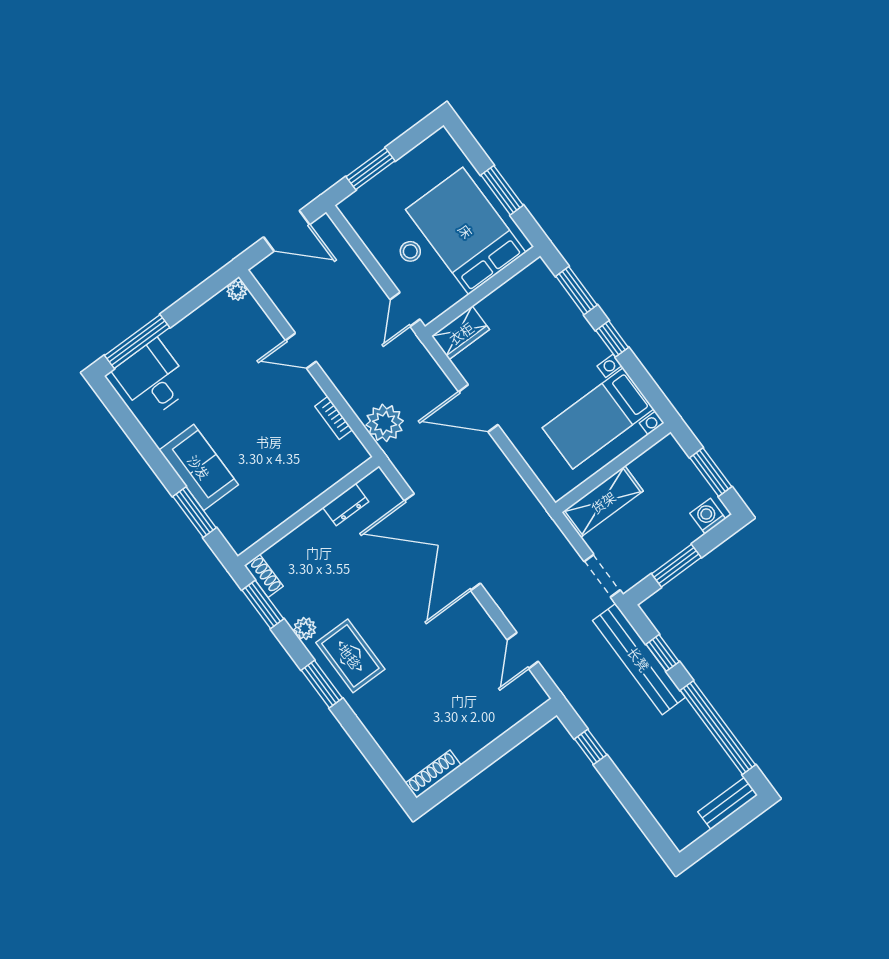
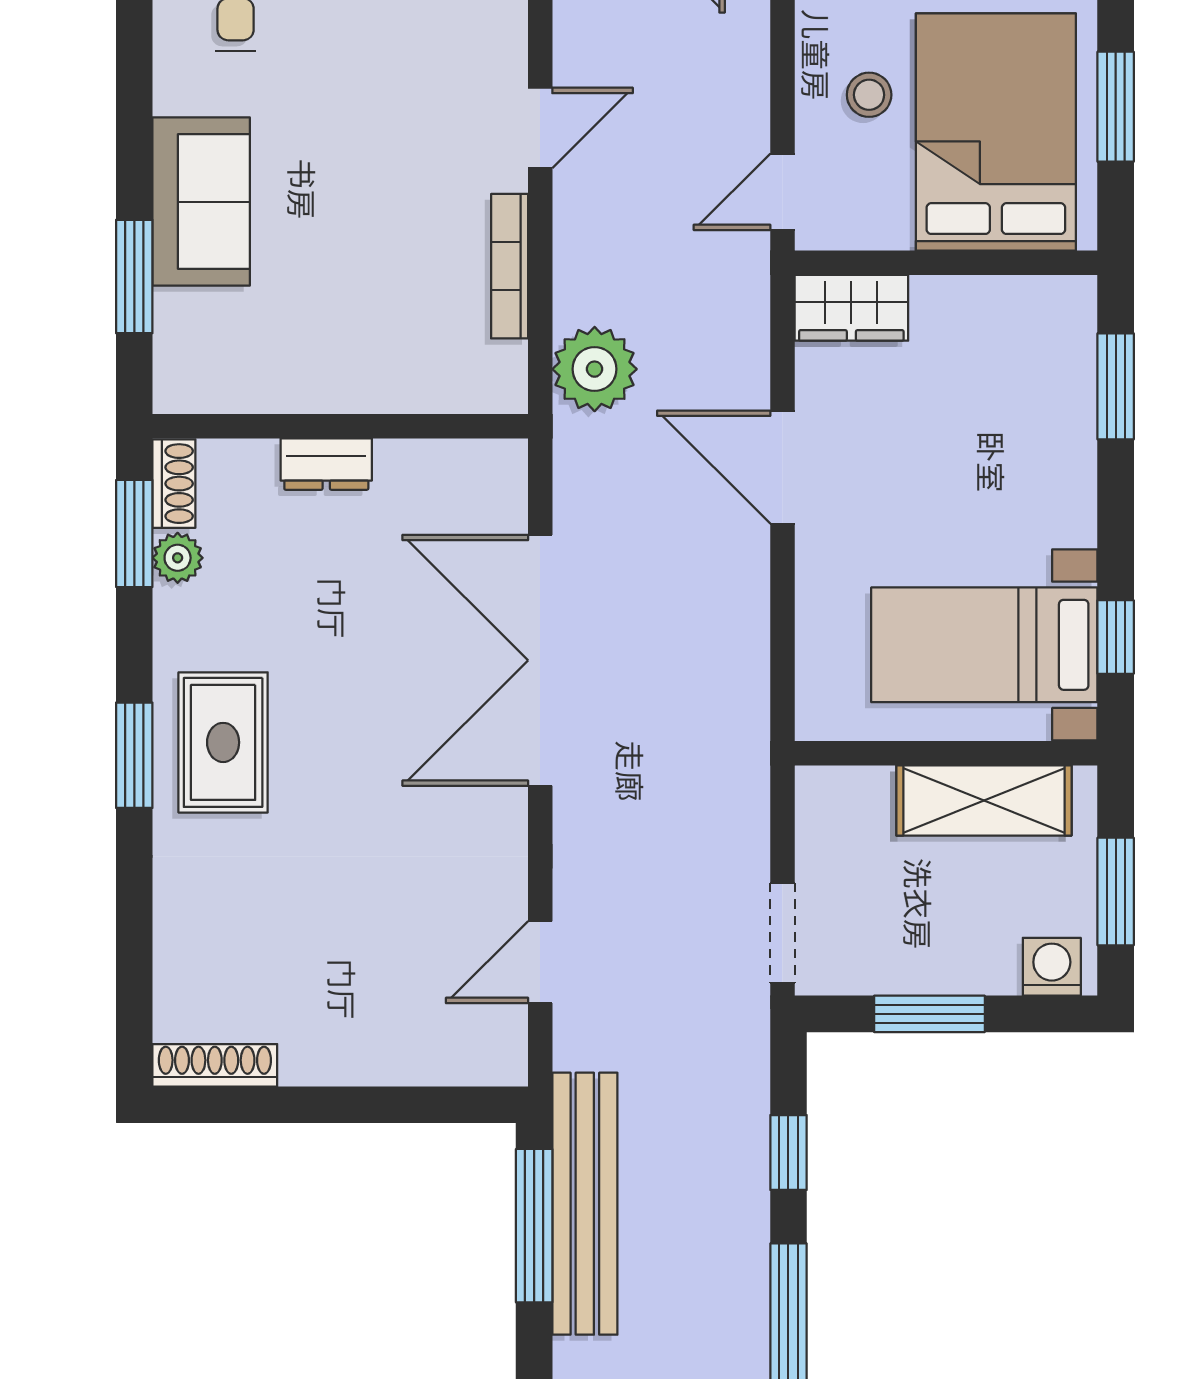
window: (612, 339) -> (1116, 637), moved
door: (301, 351) -> (540, 128), swing flipped
bookcase: (334, 418) -> (510, 266), width x1.56
shelving: (603, 502) -> (984, 801), moved
dresser: (346, 505) -> (326, 464), moved
plant: (305, 629) -> (178, 558), moved
bench: (639, 659) -> (585, 1204), moved
window: (591, 747) -> (534, 1226), width x2.17

